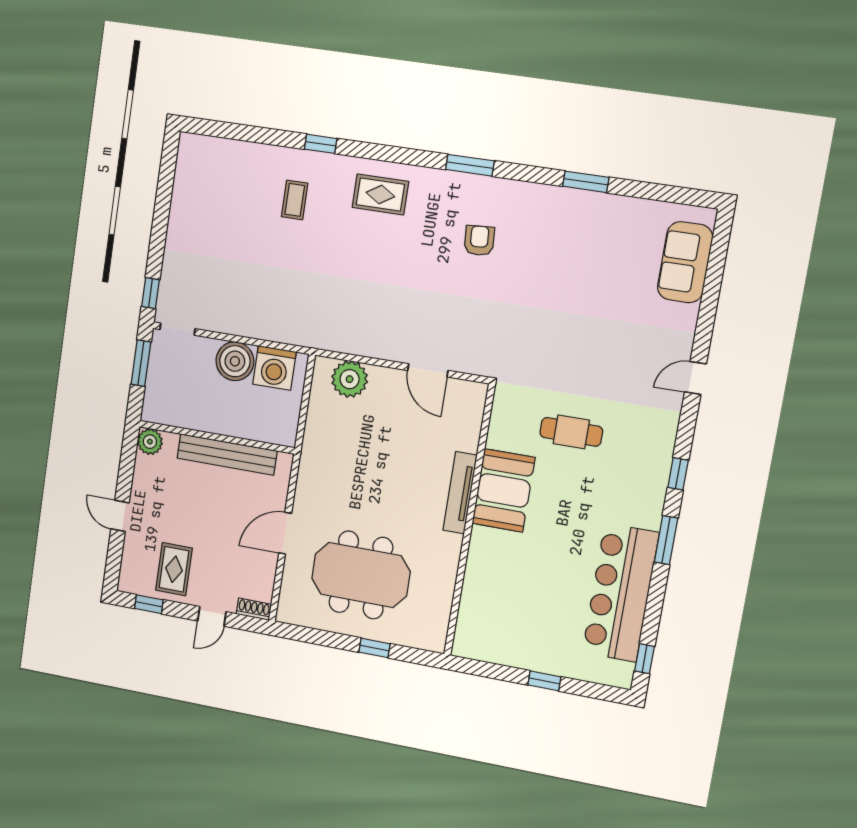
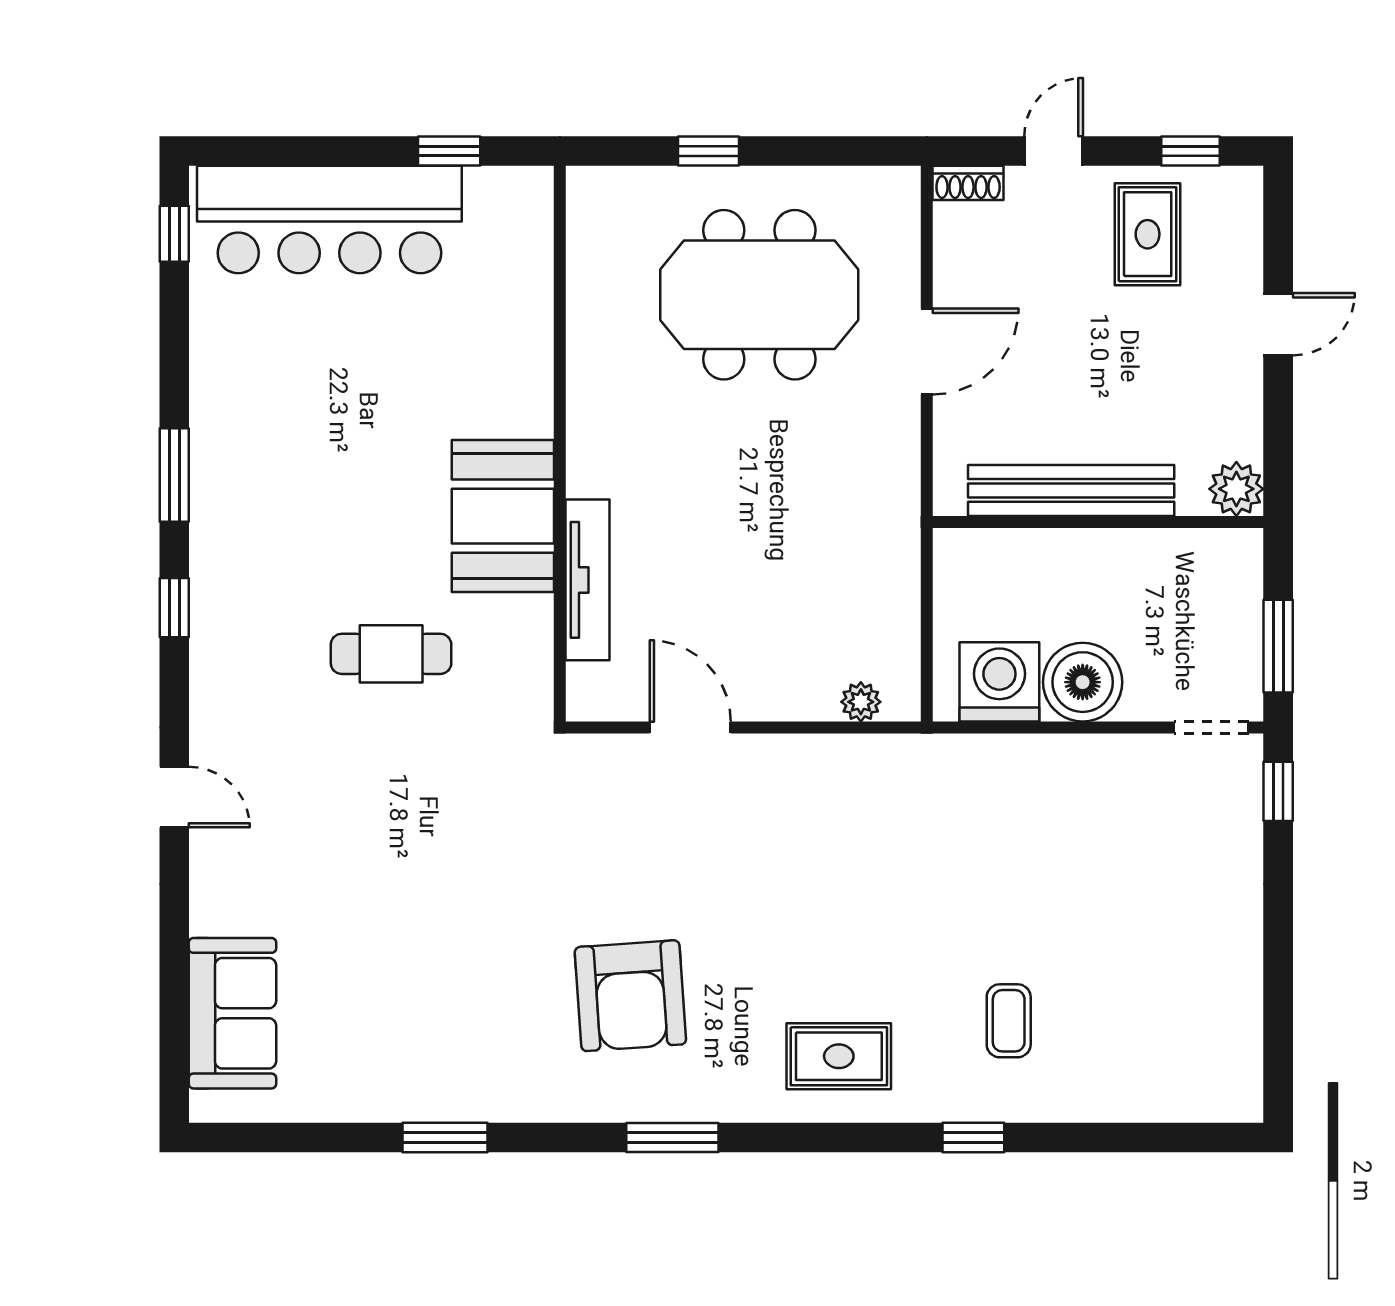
armchair: (479, 241) -> (630, 996), width x1.88, depth x1.88
door: (695, 378) -> (174, 797), hinge flipped
plant: (350, 379) -> (861, 702), width x0.53, depth x0.53
tv unit: (460, 493) -> (588, 580), moved
door: (120, 516) -> (1278, 324), hinge flipped
bar counter: (620, 593) -> (329, 220), moved, turned 90
window: (544, 681) -> (449, 151), moved

